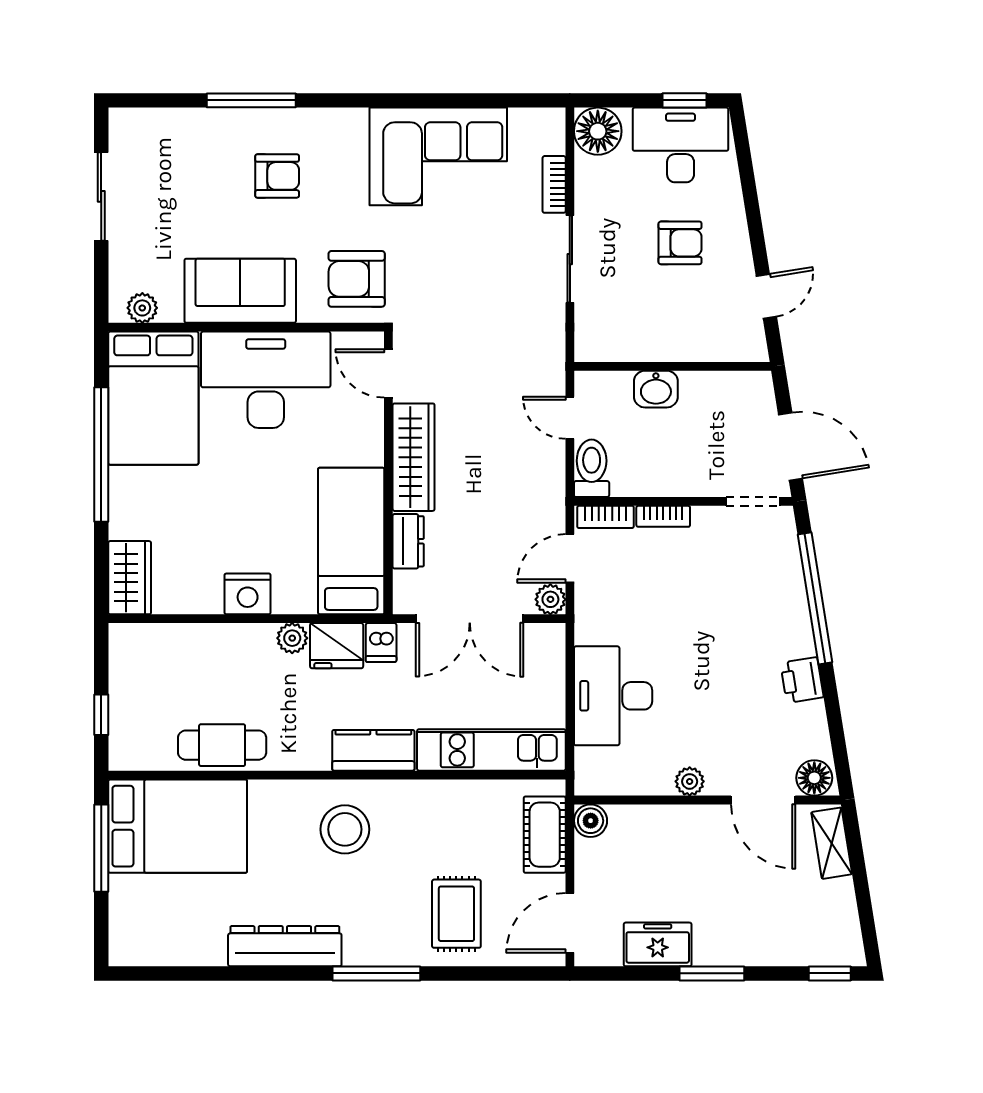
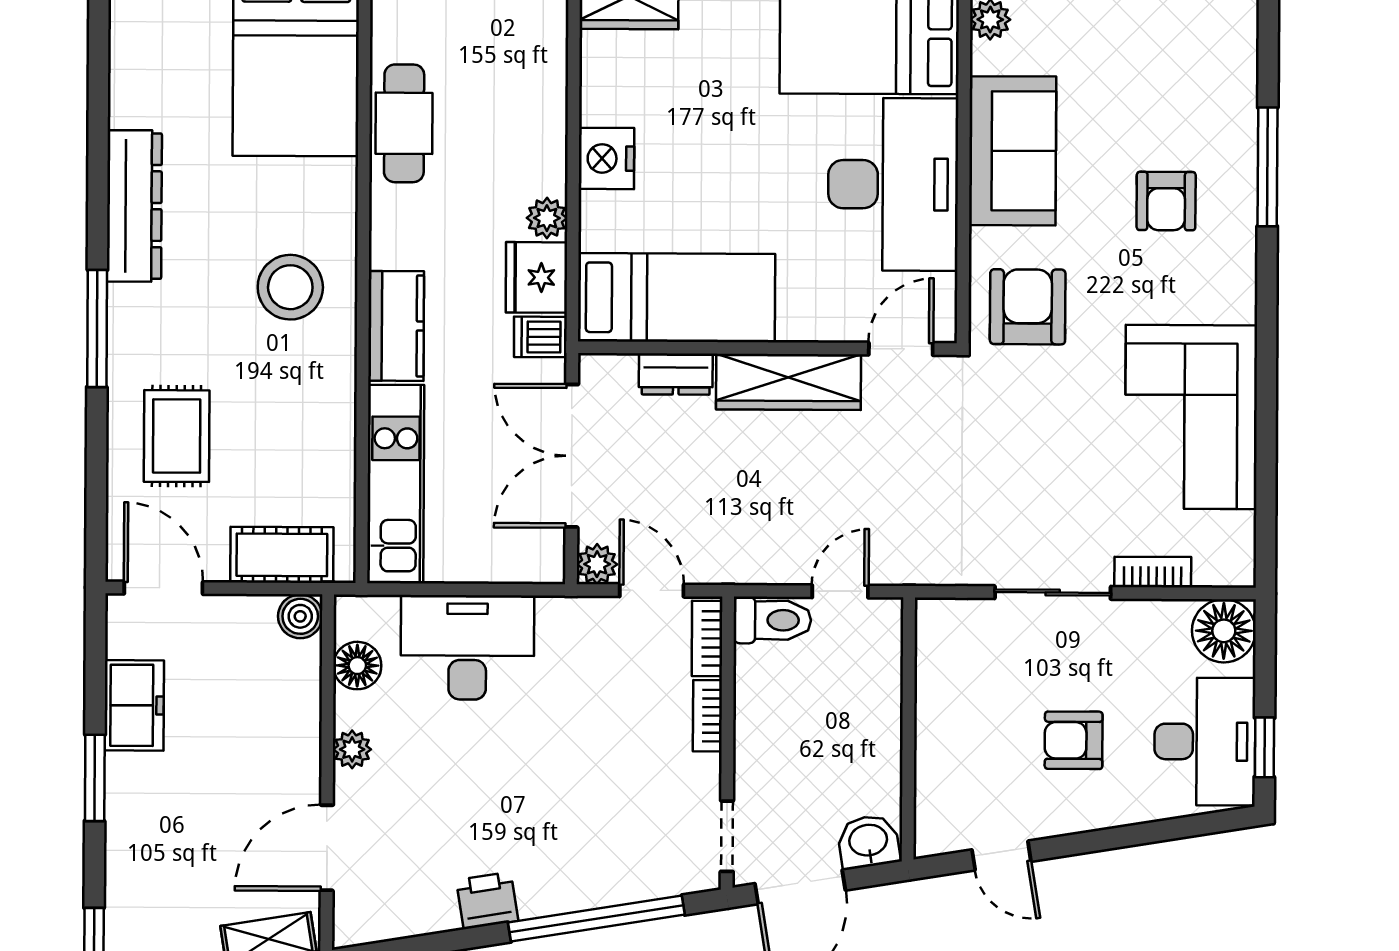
armchair: (680, 243) -> (1074, 740), turned 90
washbasin: (656, 389) -> (868, 842), moved, turned 81
floor lamp: (814, 778) -> (357, 666), moved
rug: (456, 914) -> (177, 436), turned 90

